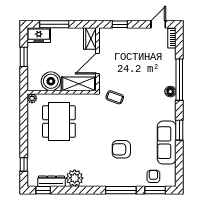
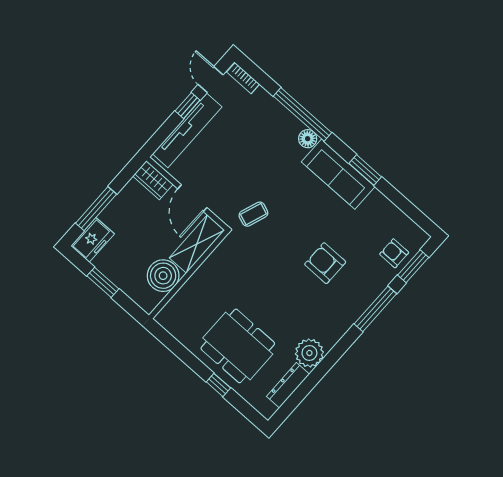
window: (120, 24) -> (188, 106), moved
tv unit: (126, 34) -> (187, 130), added
plant: (32, 98) -> (163, 318), removed
dining table: (59, 122) -> (238, 346), moved
sofa: (167, 143) -> (338, 174), moved
armchair: (121, 149) -> (325, 263), turned 90
window: (24, 164) -> (218, 385), moved
window: (43, 190) -> (290, 405), removed

